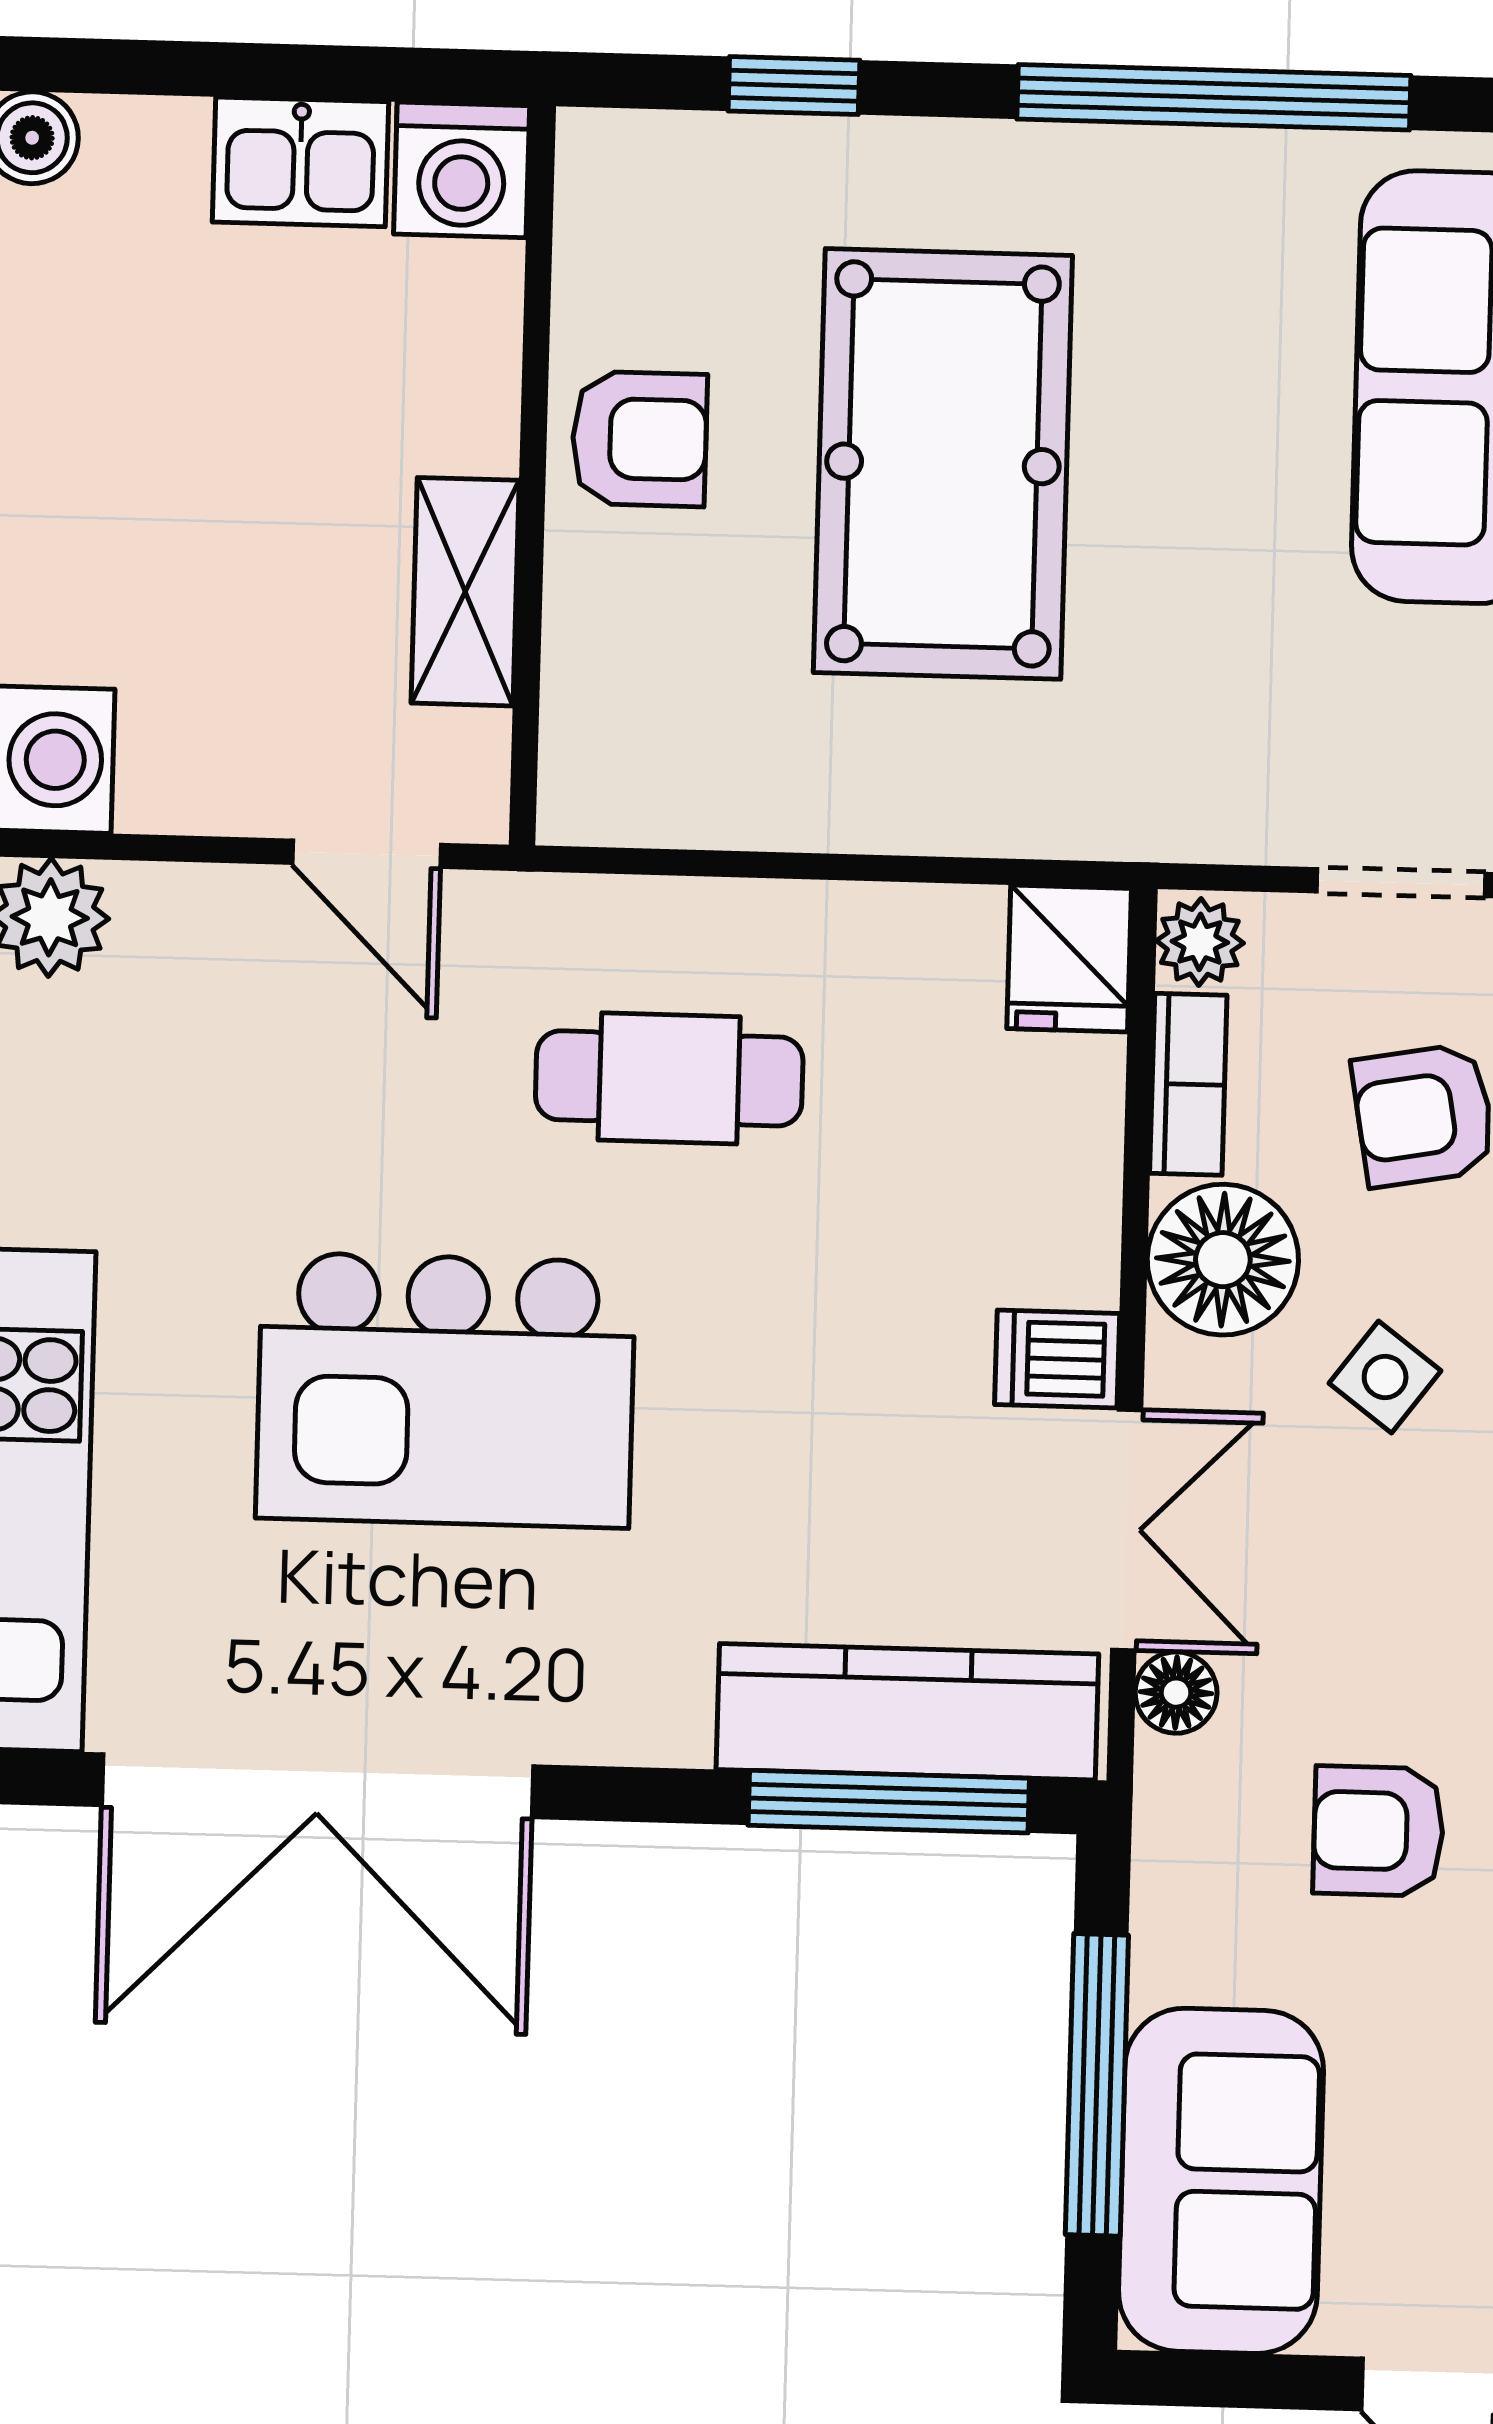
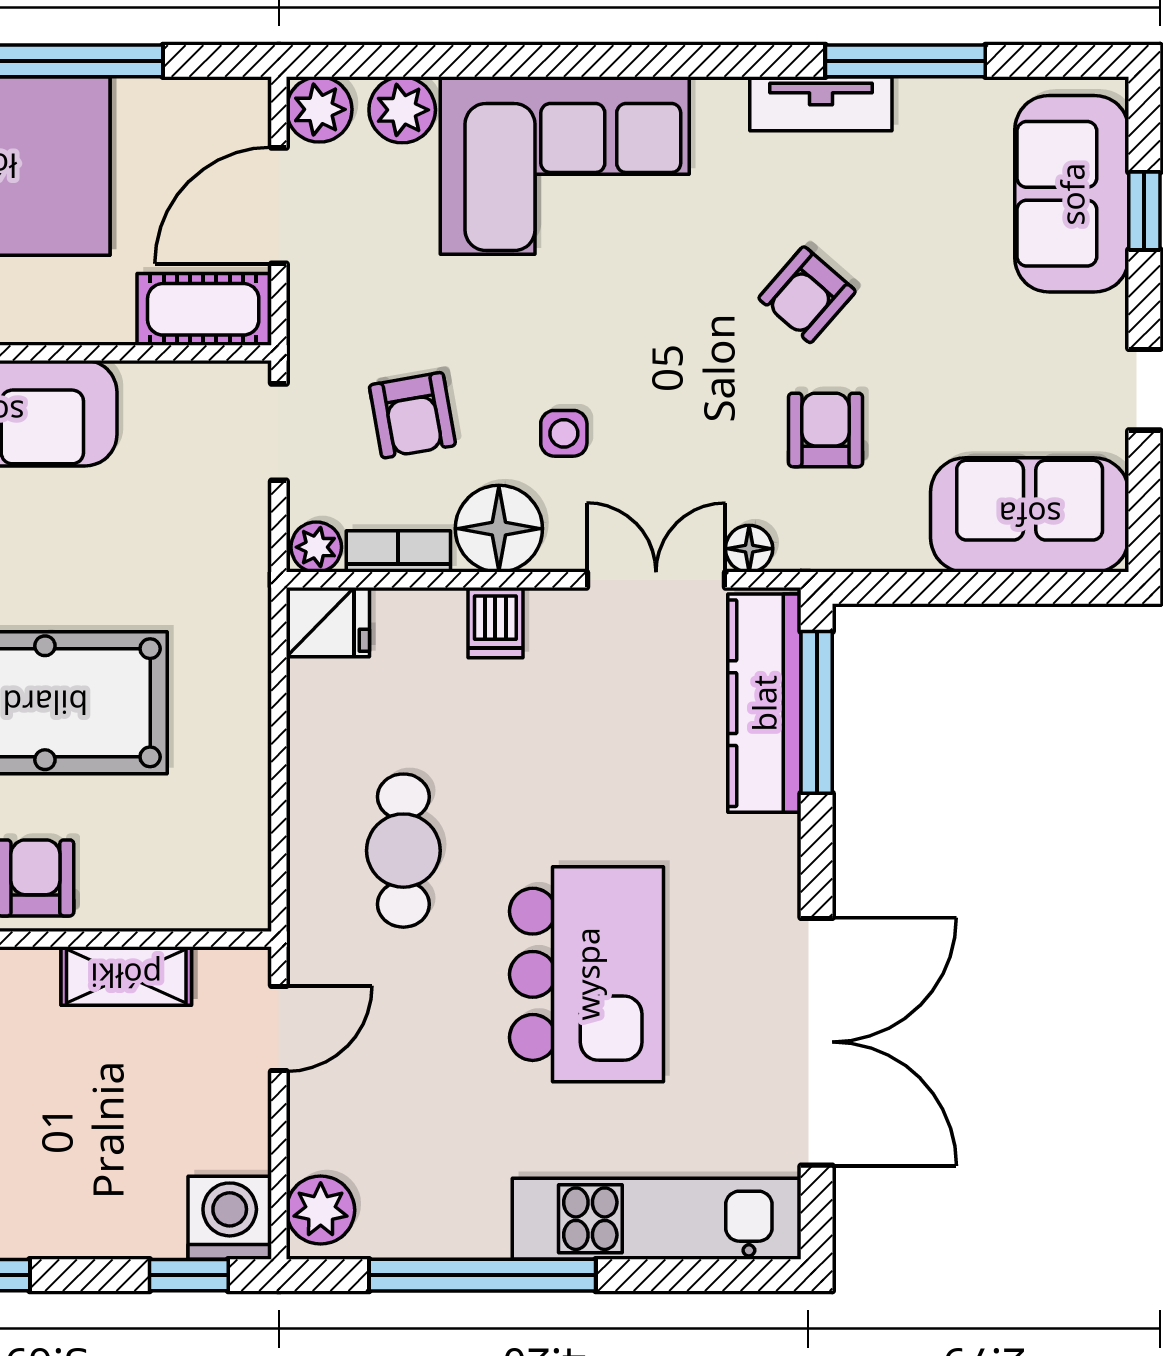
dishwasher: (1057, 1359) -> (495, 623), moved
side table: (1385, 1377) -> (564, 433), turned -37
armchair: (1378, 1831) -> (826, 430), turned 180
window: (1097, 2085) -> (976, 588), removed

